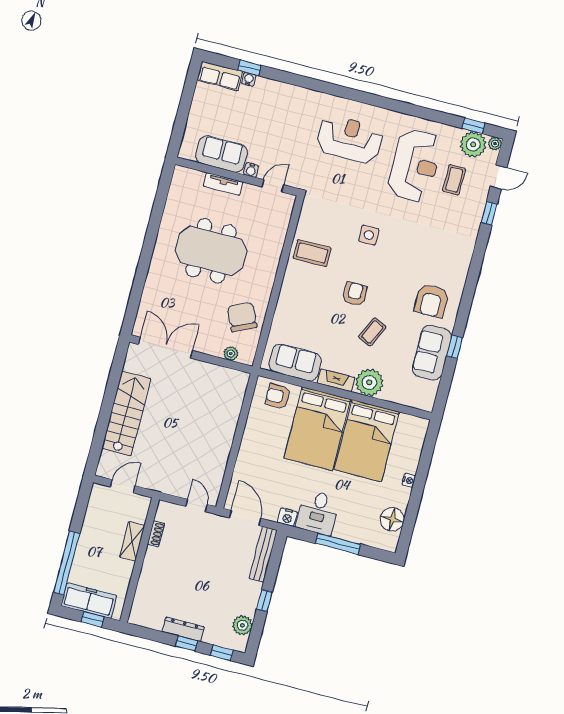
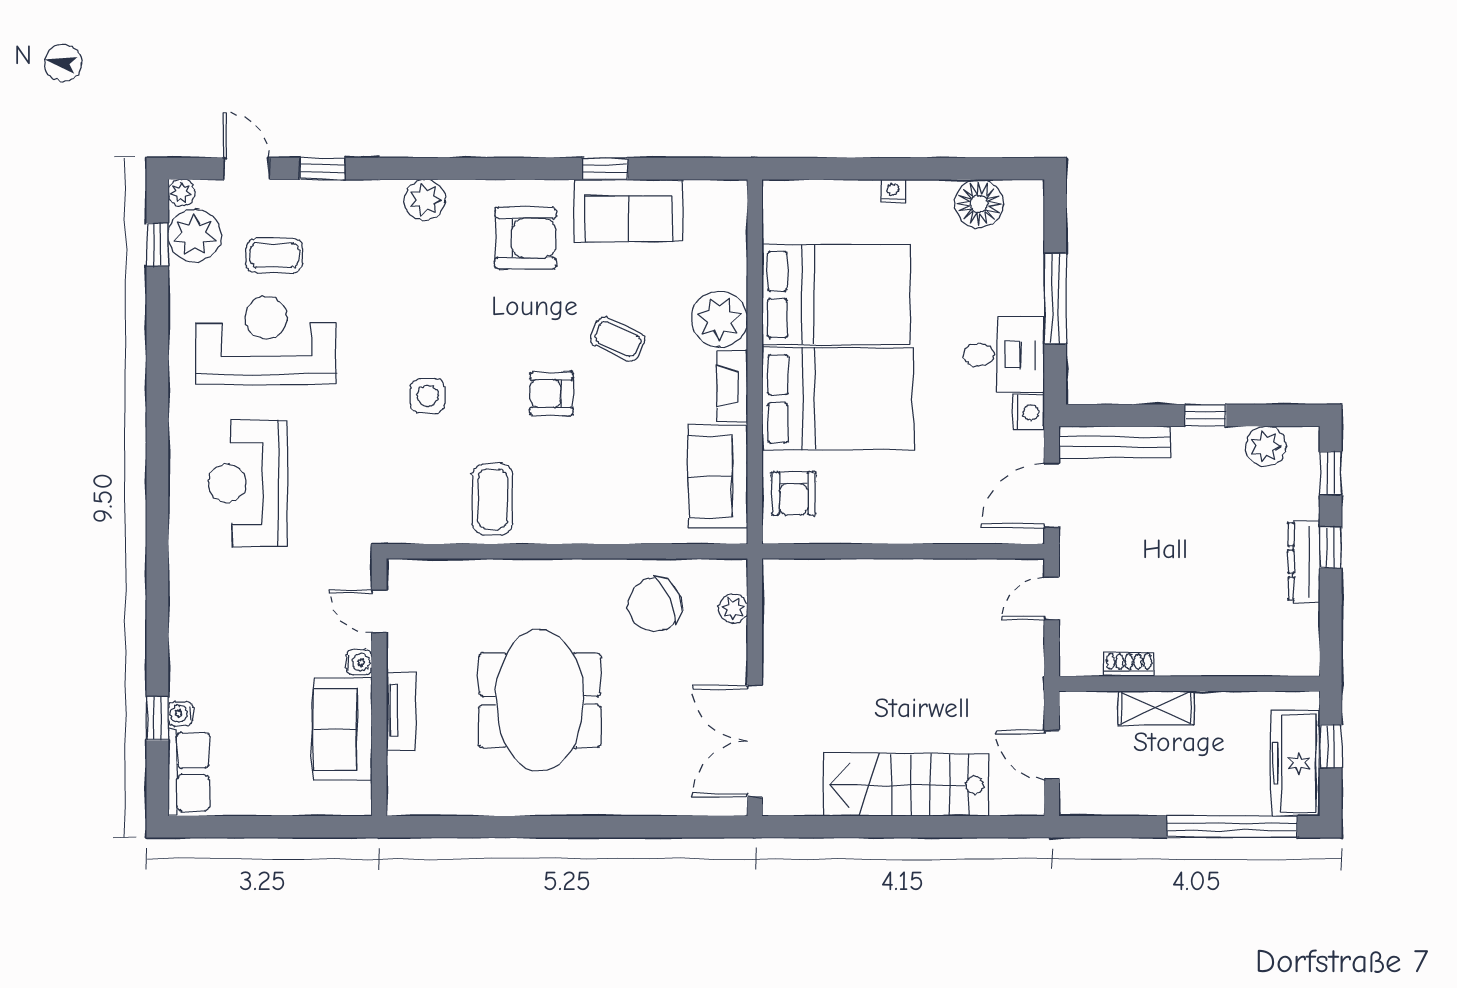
plant: (462, 258) -> (425, 200), added

